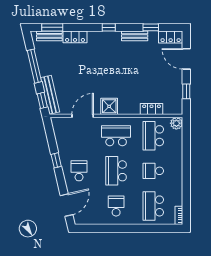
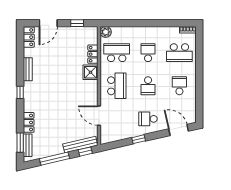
window: (151, 27) -> (20, 55), removed
shower: (109, 106) -> (91, 72), moved
school desk: (116, 136) -> (117, 86), turned 180
school desk: (153, 136) -> (117, 53), turned 180
school desk: (116, 171) -> (148, 86), width x0.54
school desk: (153, 171) -> (148, 53), turned 180
school desk: (116, 206) -> (179, 86), turned 90

